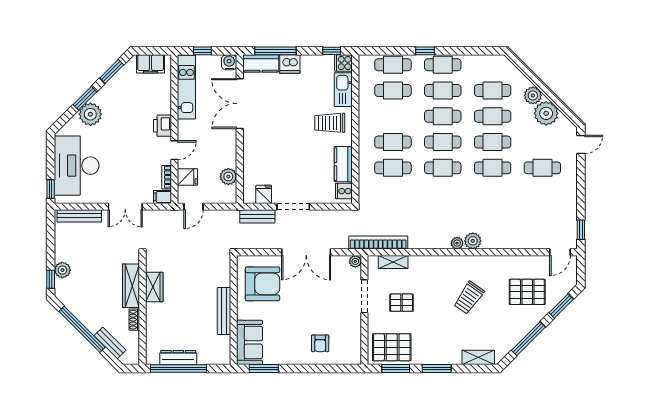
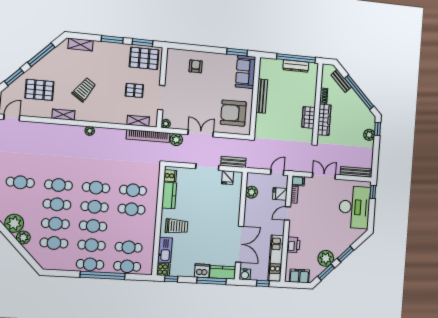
window: (425, 51) -> (103, 275), width x3.17
plant: (90, 114) -> (326, 258), moved
printer: (162, 126) -> (293, 245), moved
plant: (473, 241) -> (176, 140), moved
double door: (306, 252) -> (201, 133), width x0.73
shelving: (493, 262) -> (63, 115), added

